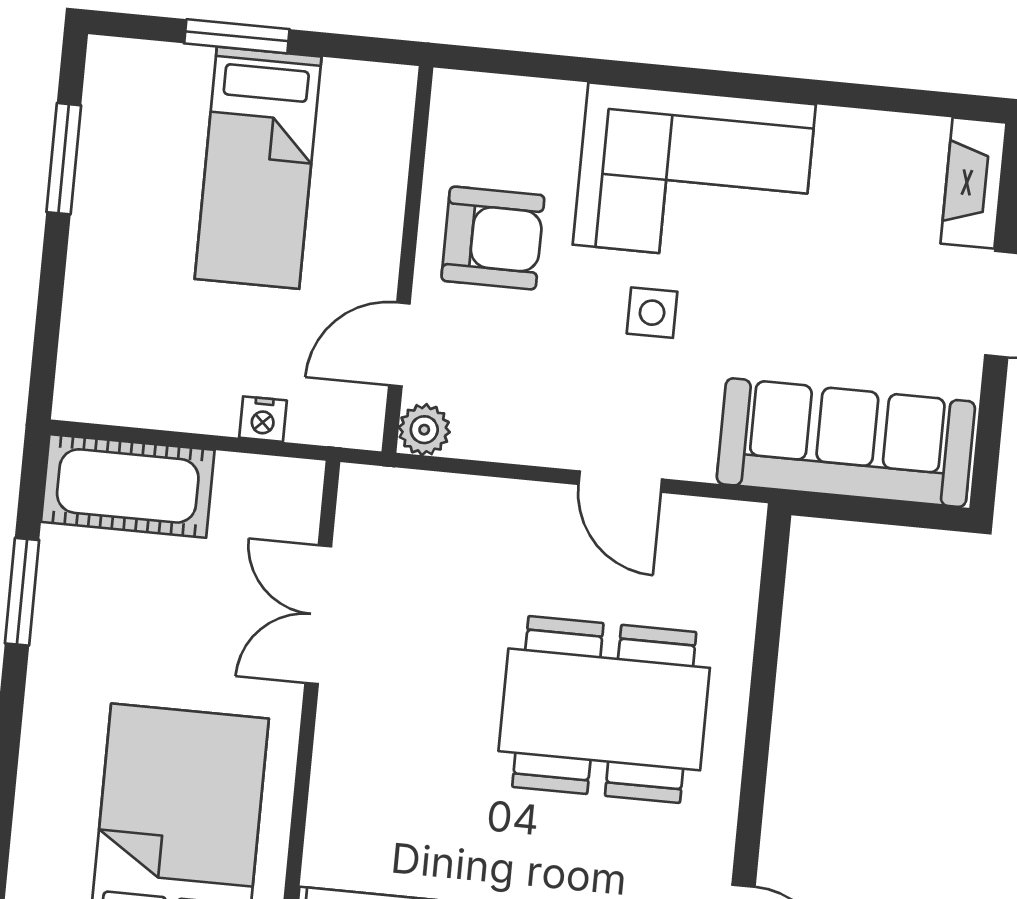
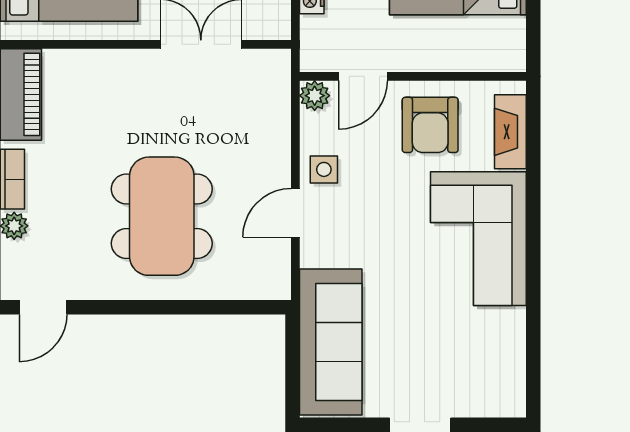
fireplace: (973, 183) -> (510, 132), moved, turned -90
side table: (652, 313) -> (324, 169), moved
door: (399, 344) -> (363, 76), swing flipped

